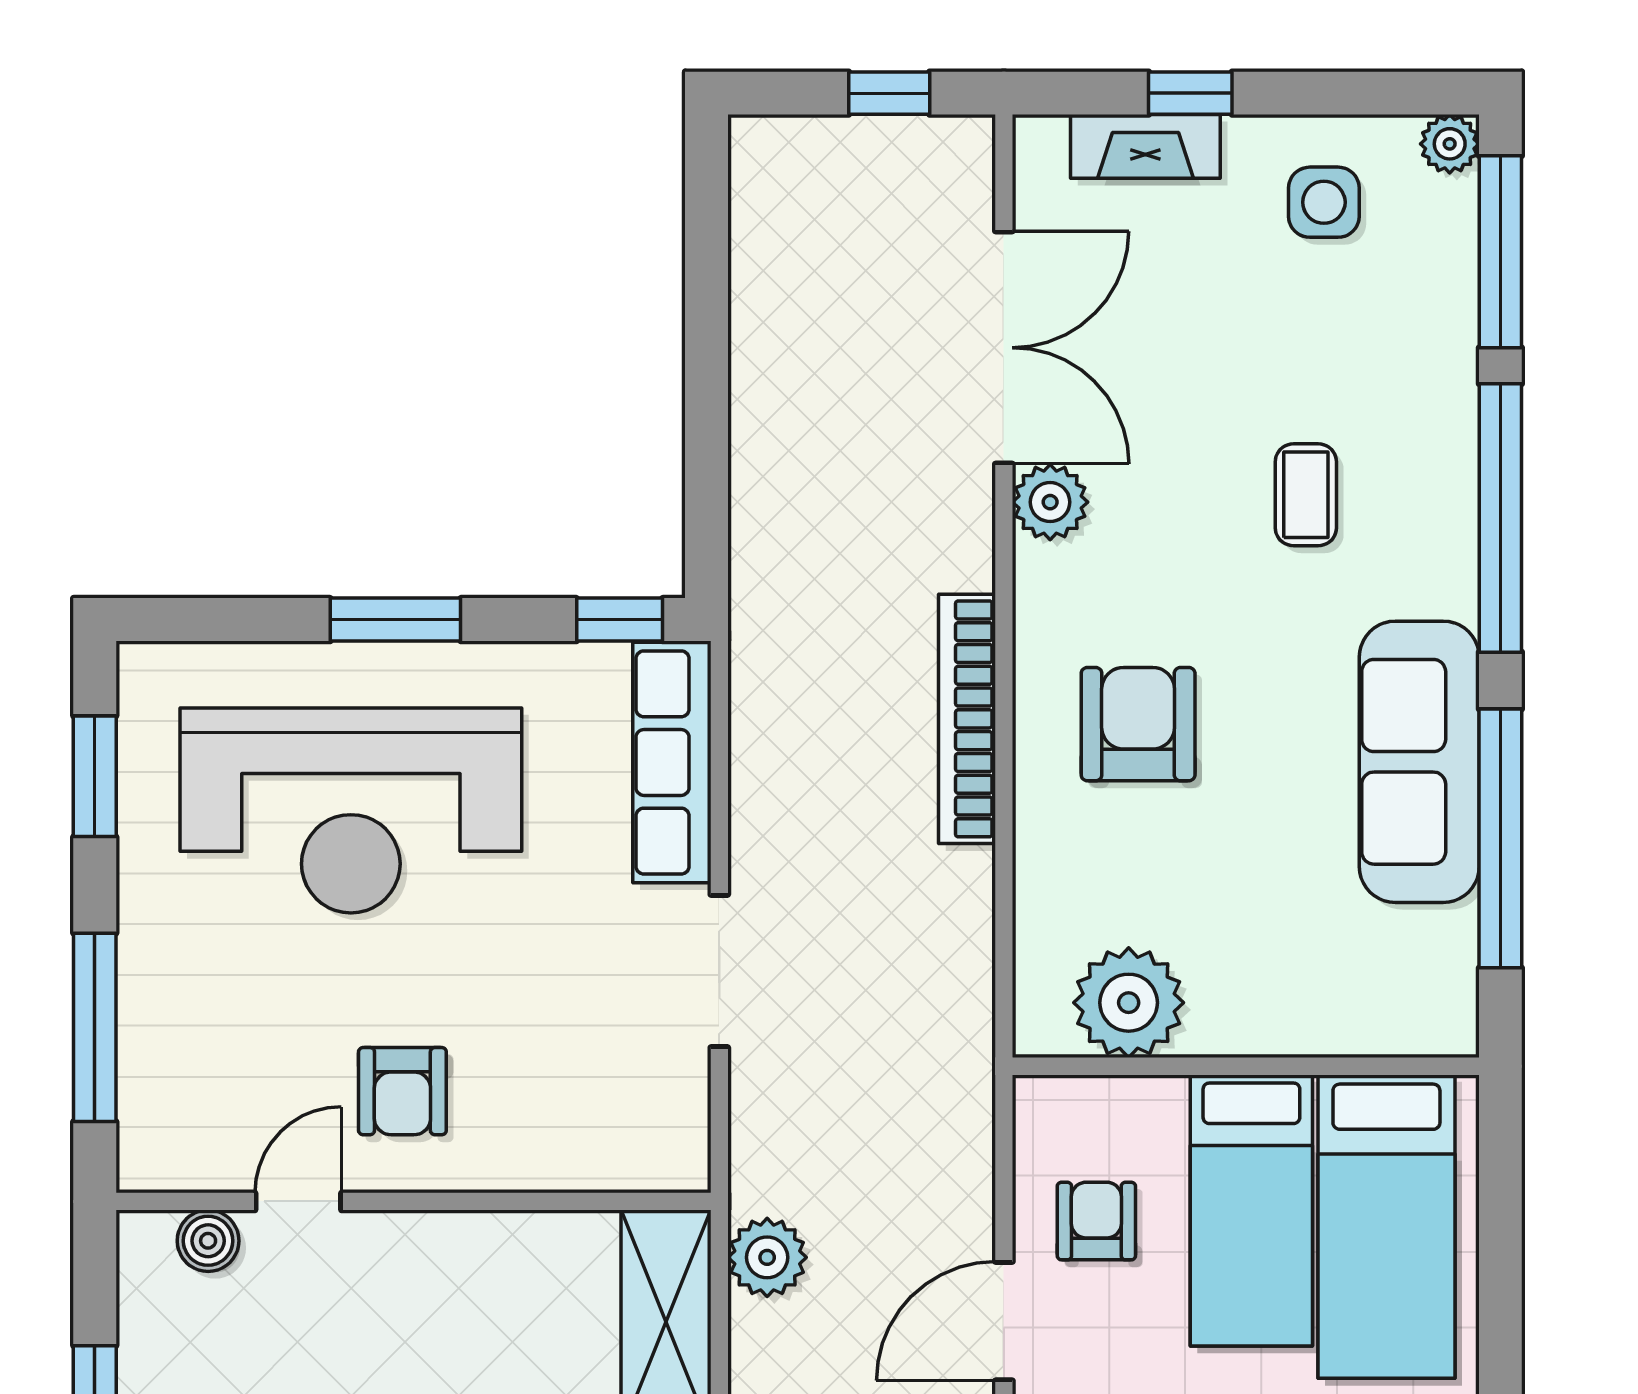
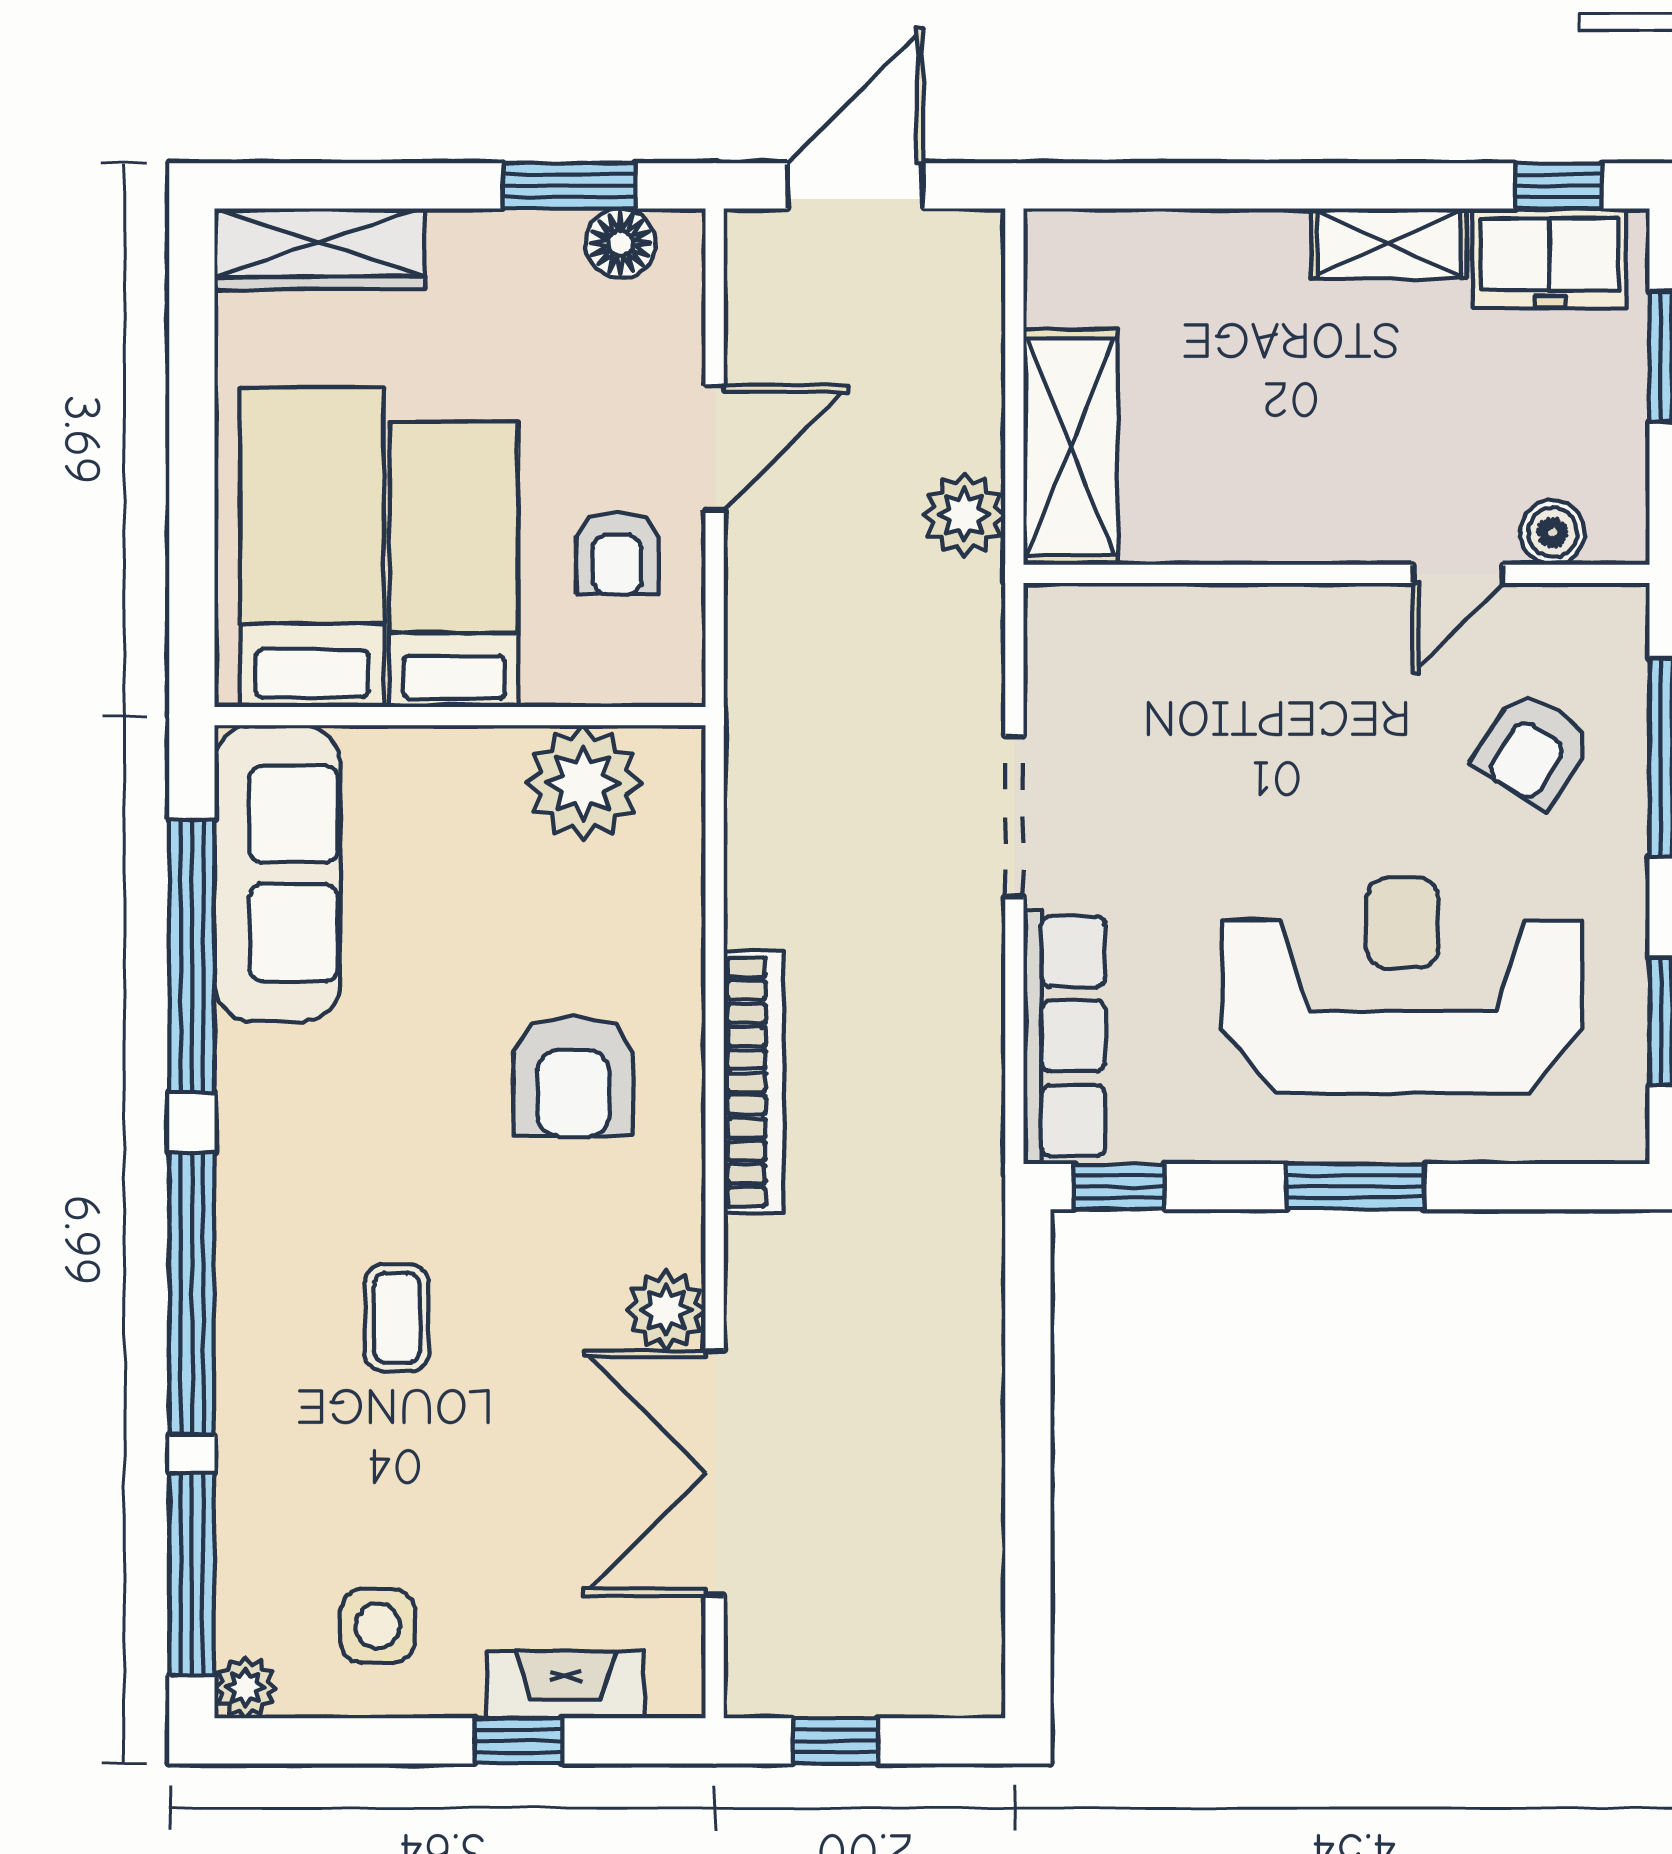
sofa: (1419, 762) -> (277, 873), moved
armchair: (402, 1091) -> (1533, 749), moved, turned -147

